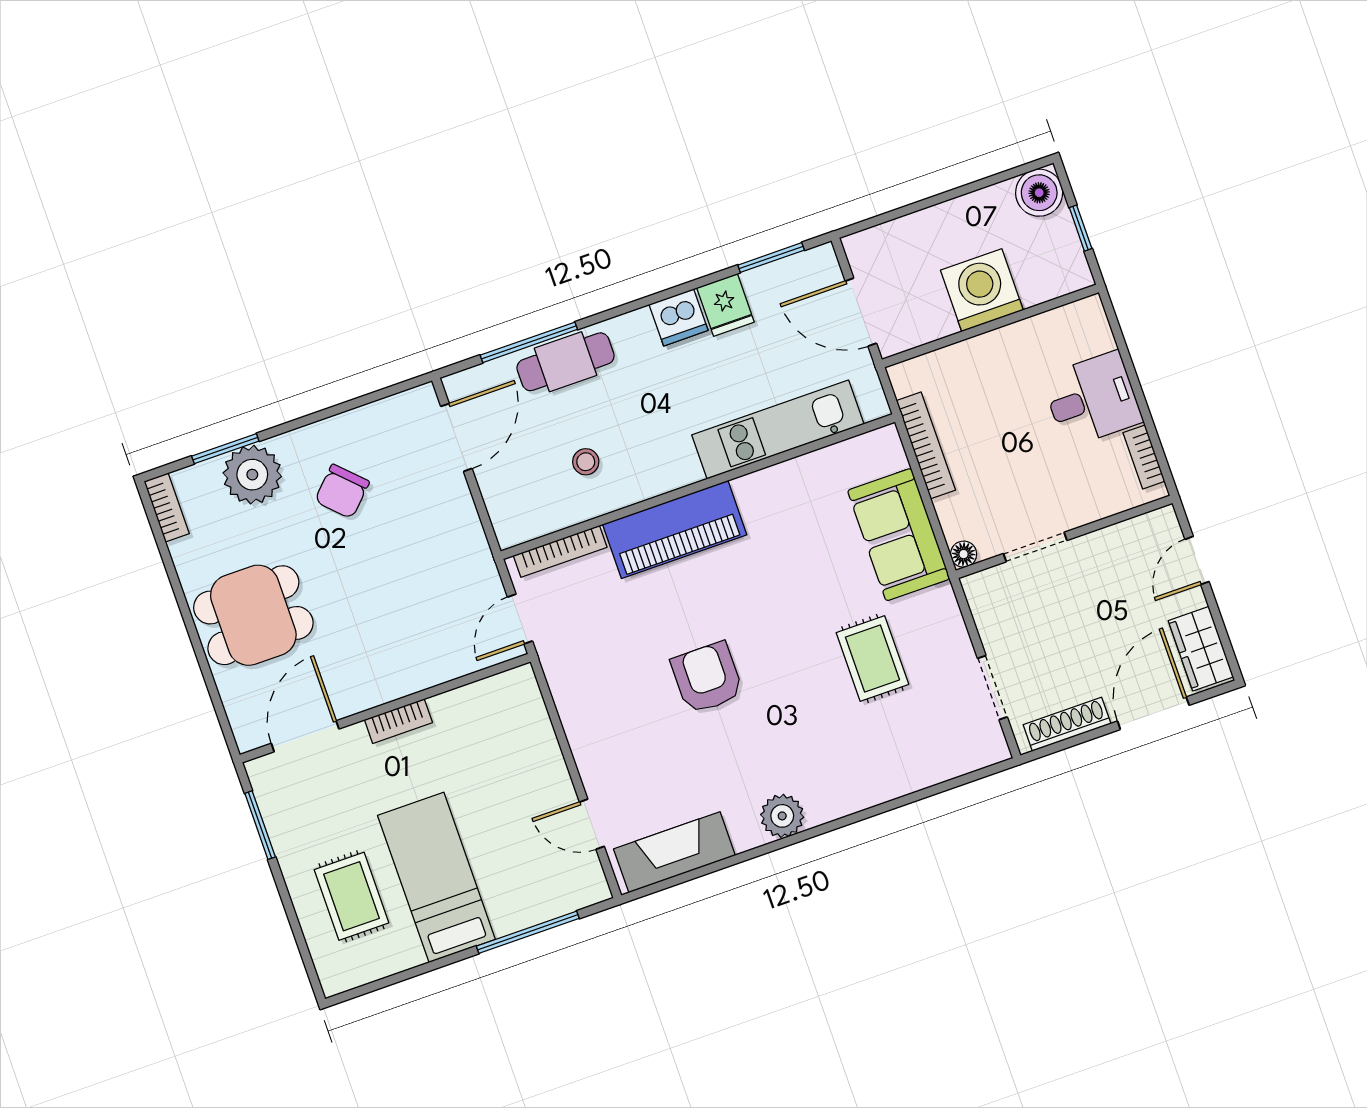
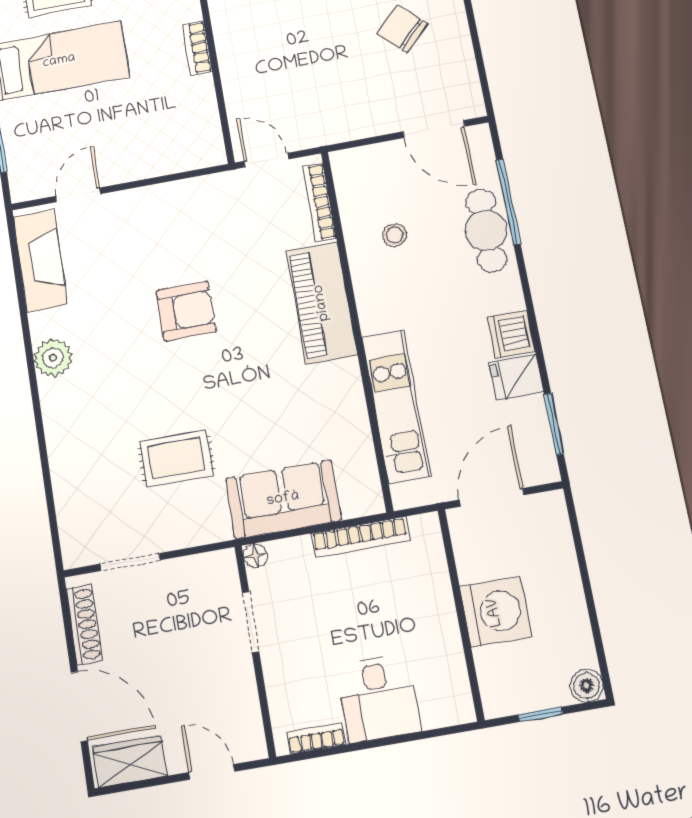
boiler: (1039, 193) -> (587, 686), width x0.73, depth x0.73

